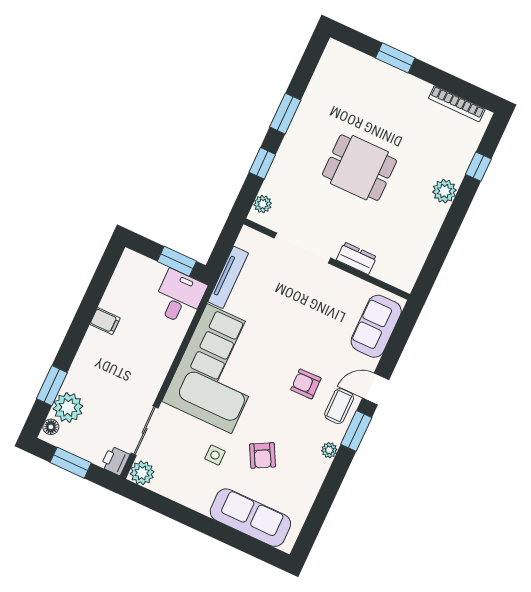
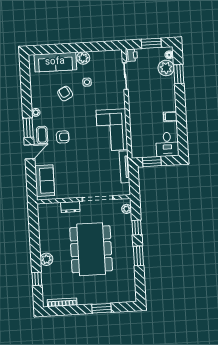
dining table: (359, 168) -> (91, 249), width x1.88, depth x1.24
desk: (179, 297) -> (167, 144), moved
corner sofa: (219, 369) -> (112, 130), width x0.73, depth x0.74
plant: (142, 473) -> (83, 58), moved

